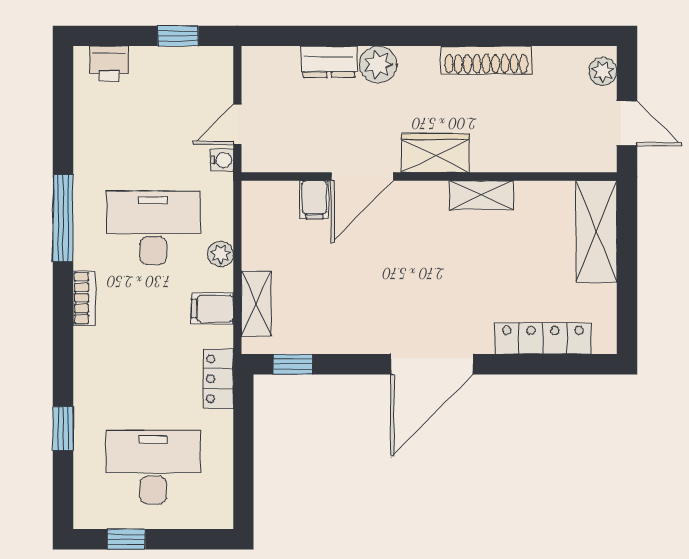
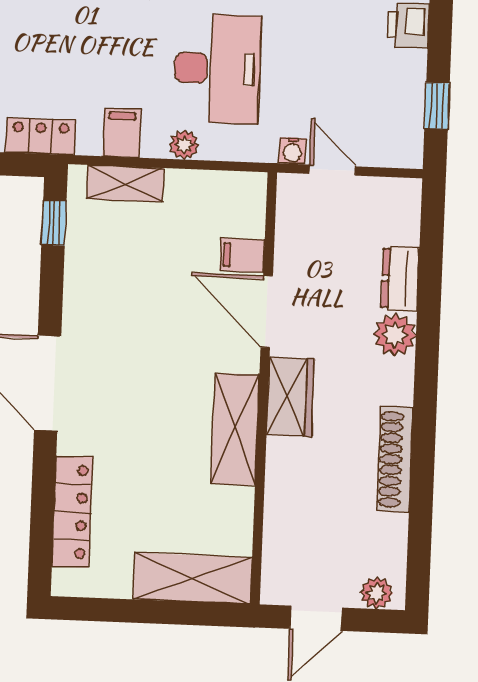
shelving: (482, 195) -> (235, 429), width x1.50, depth x1.33

